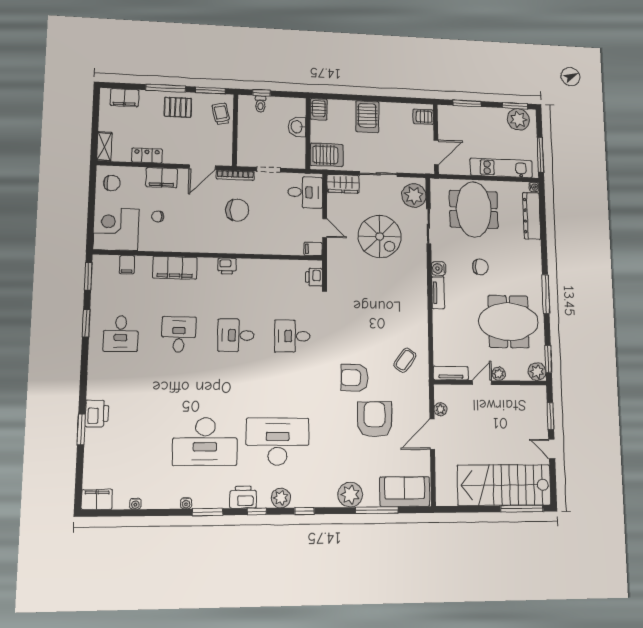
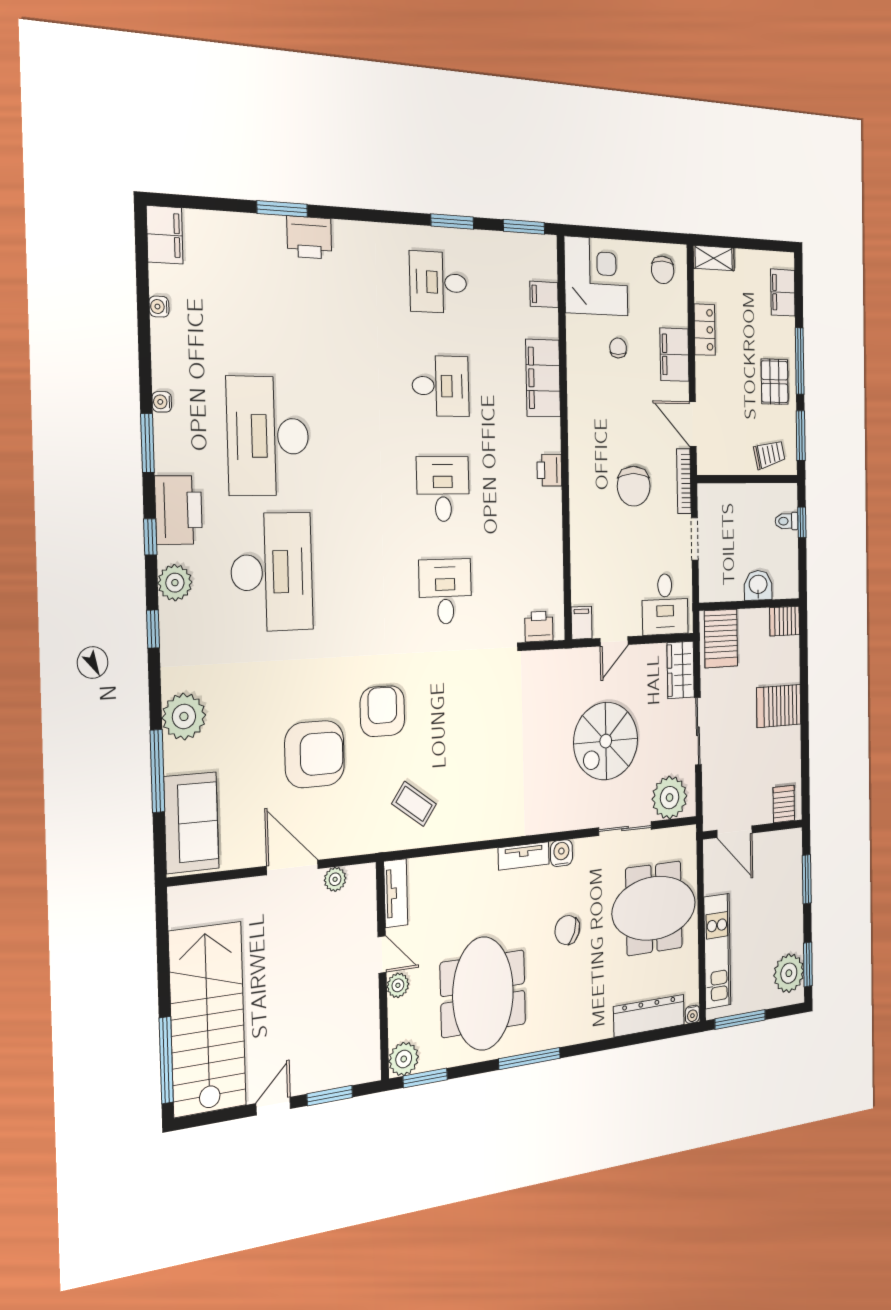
chair: (480, 267) -> (567, 930), turned 110
printer: (243, 497) -> (179, 510), width x1.37, depth x1.19

